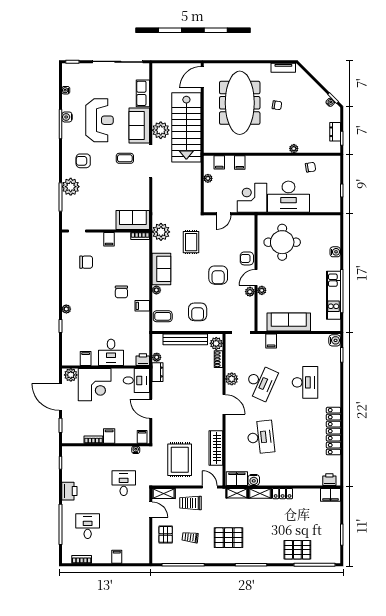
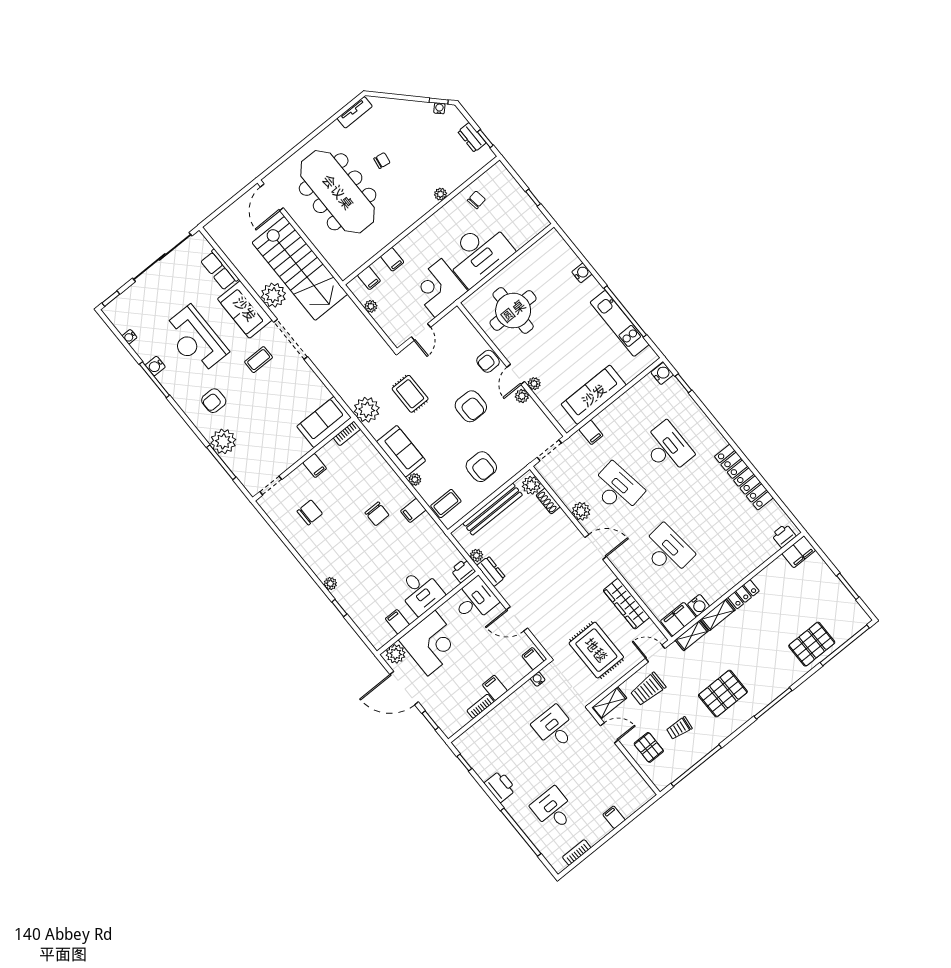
reception desk: (100, 120) -> (195, 340), turned 180
desk: (261, 382) -> (617, 489), turned -33

